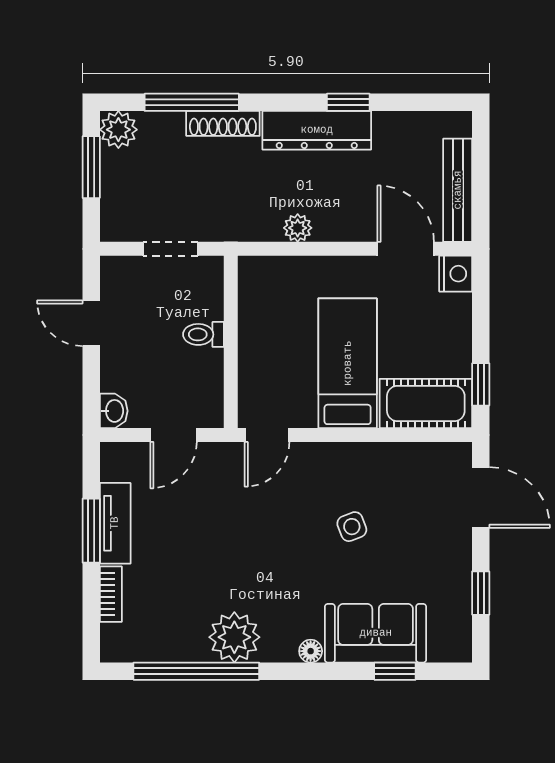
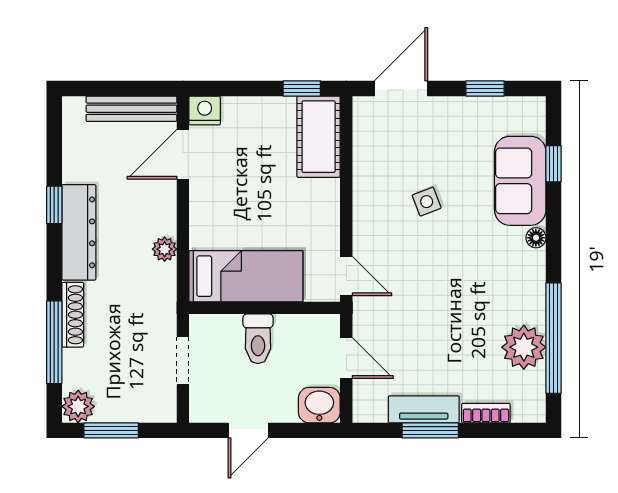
toilet: (203, 334) -> (258, 339), width x1.37, depth x1.39
bed: (348, 363) -> (246, 276), moved, turned 180
washbasin: (114, 411) -> (319, 405), width x1.38, depth x1.45
plant: (234, 637) -> (524, 347), moved

